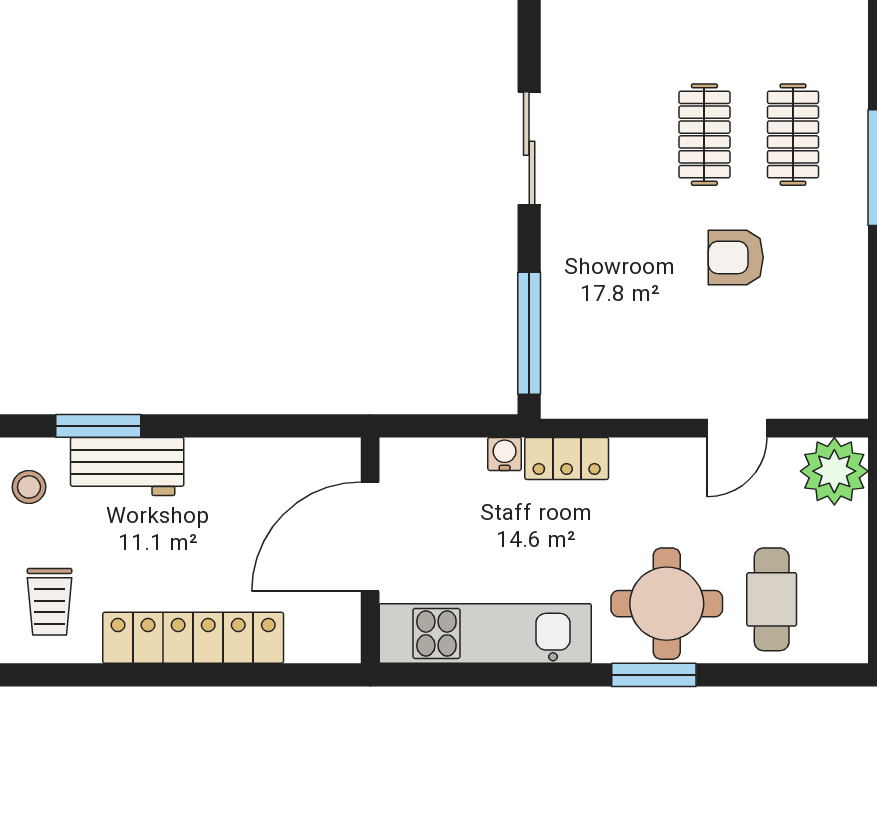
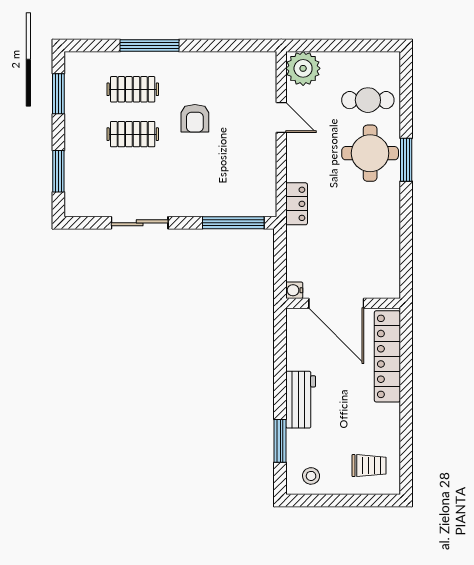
water cooler: (505, 454) -> (294, 290), moved
workbench: (127, 467) -> (301, 400), moved
kitchen unit: (485, 633) -> (385, 245), removed
locker: (193, 638) -> (387, 356), moved

